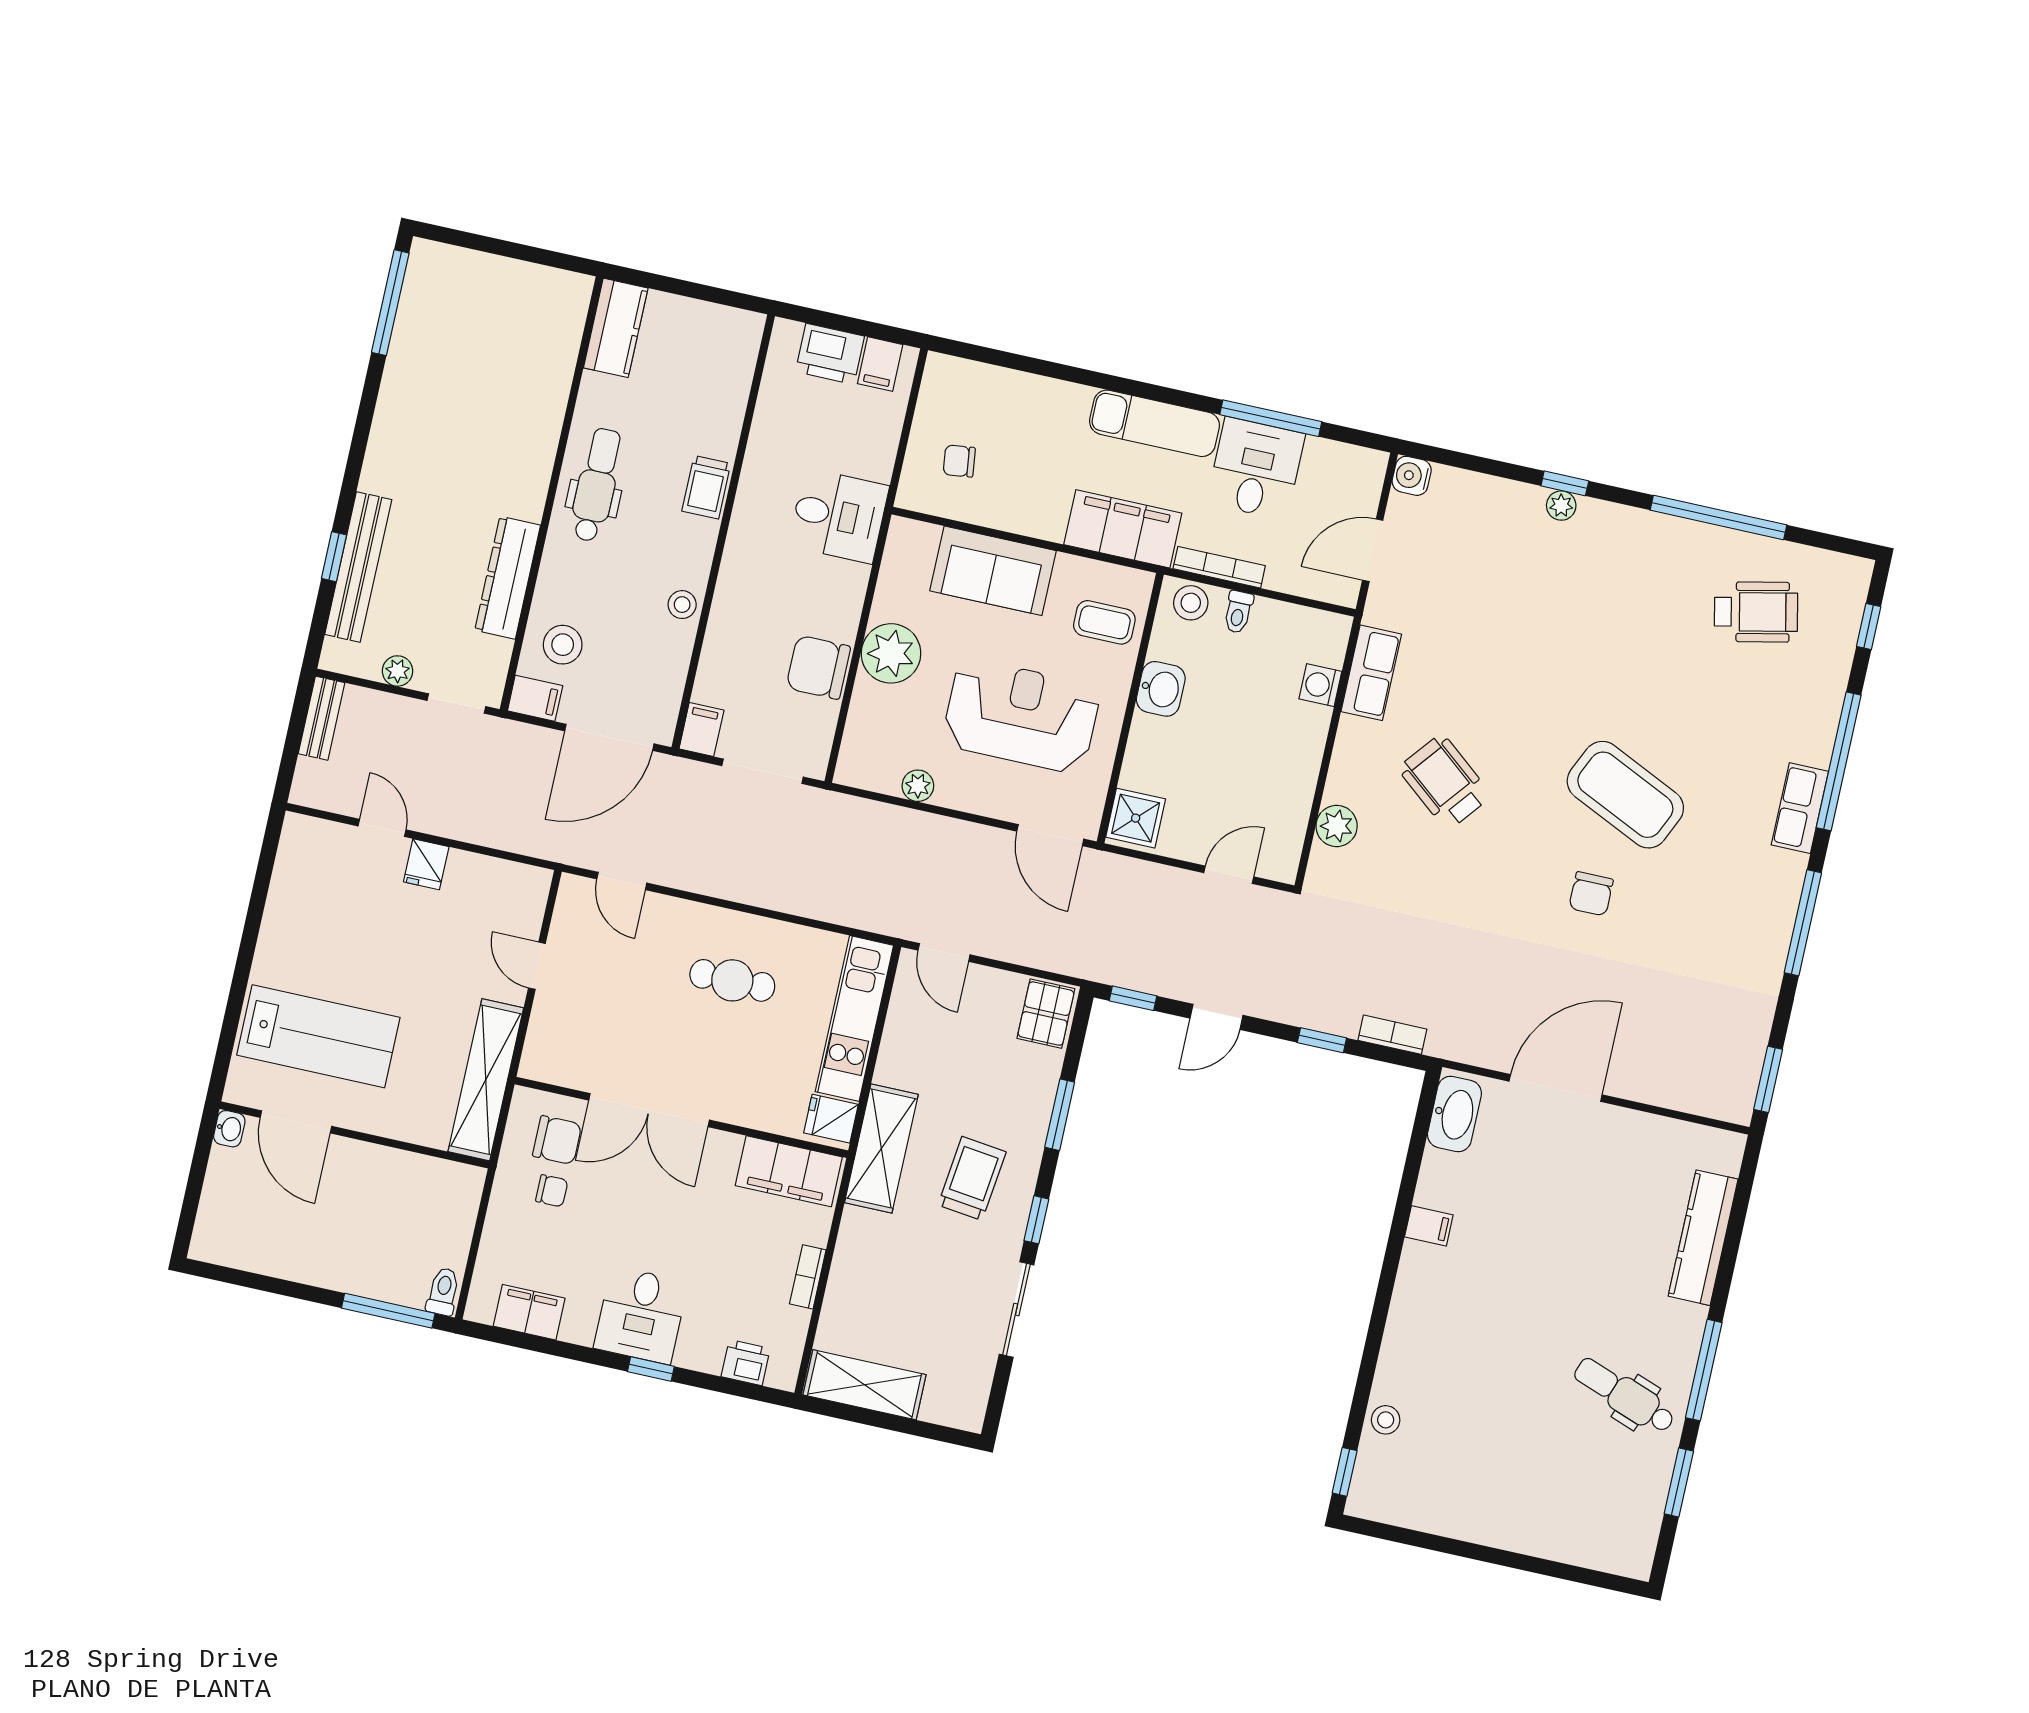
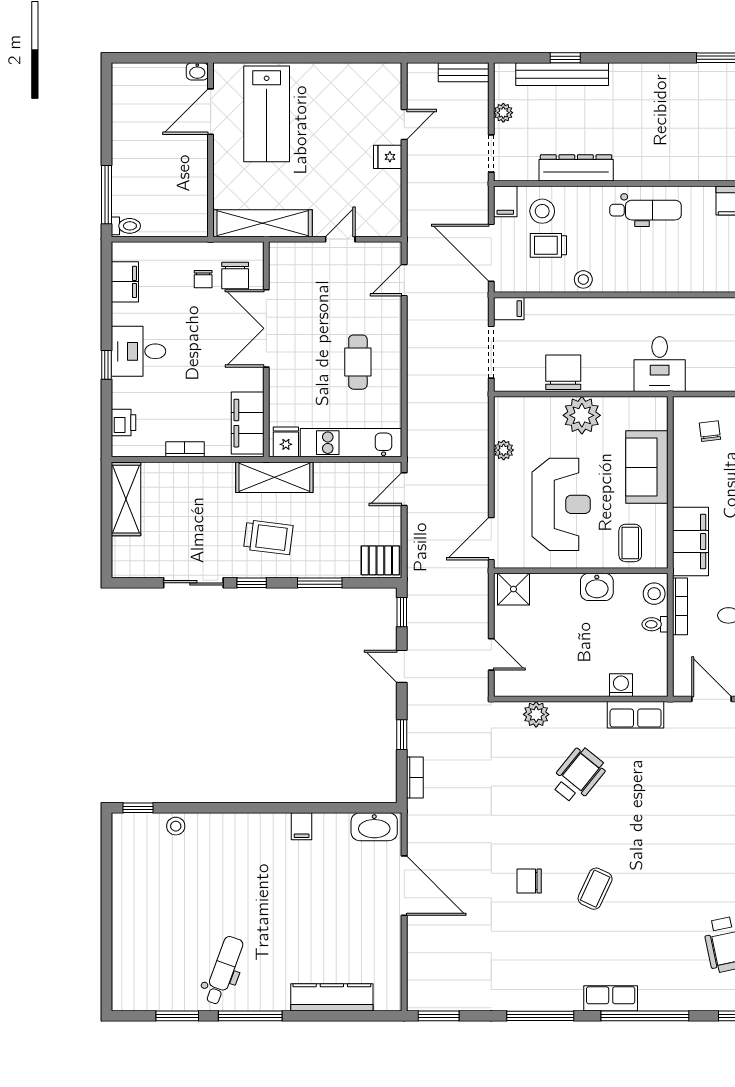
trolley: (706, 487) -> (548, 245), moved
coffee table: (1625, 795) -> (595, 889), width x0.54, depth x0.58

